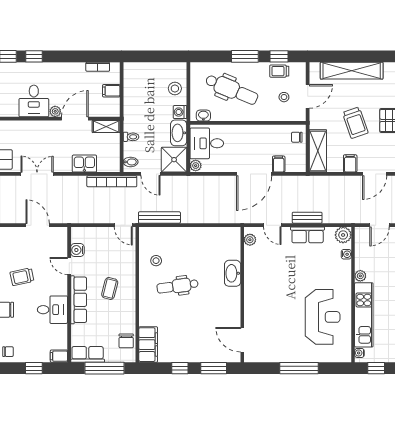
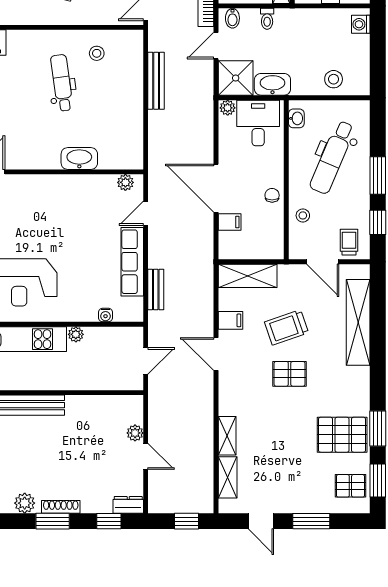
trolley: (279, 71) -> (349, 242), moved
stool: (284, 97) -> (303, 215), moved
washing machine: (180, 112) -> (361, 24), moved, turned -90
chair: (297, 137) -> (272, 195), moved
bench: (159, 218) -> (156, 81), moved
bench: (307, 218) -> (156, 290), moved
door: (380, 225) -> (146, 361), swing flipped
row of seats: (308, 235) -> (132, 262), width x1.48
plant: (343, 235) -> (132, 311), removed

